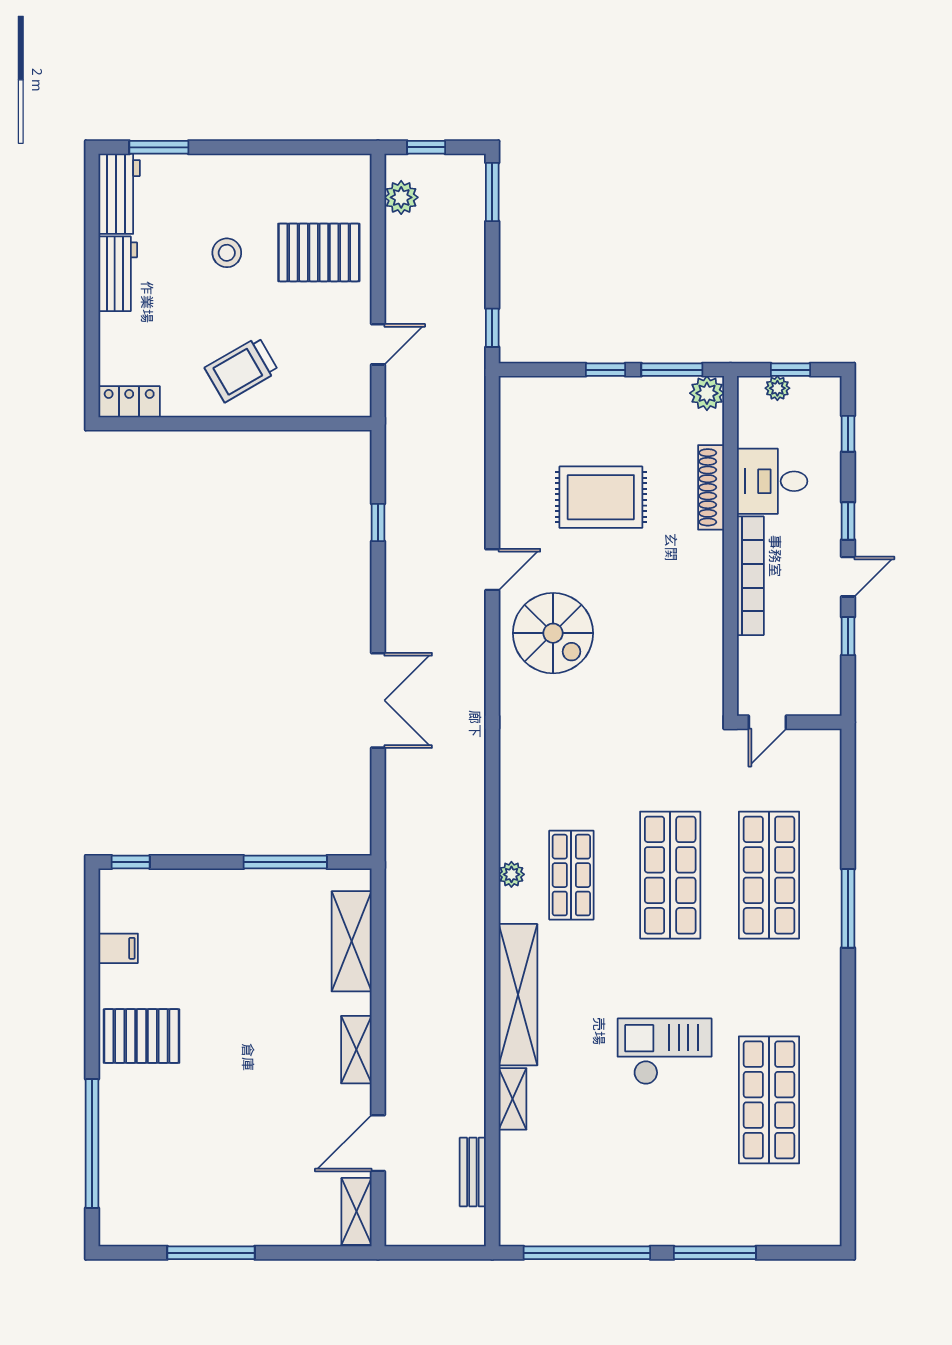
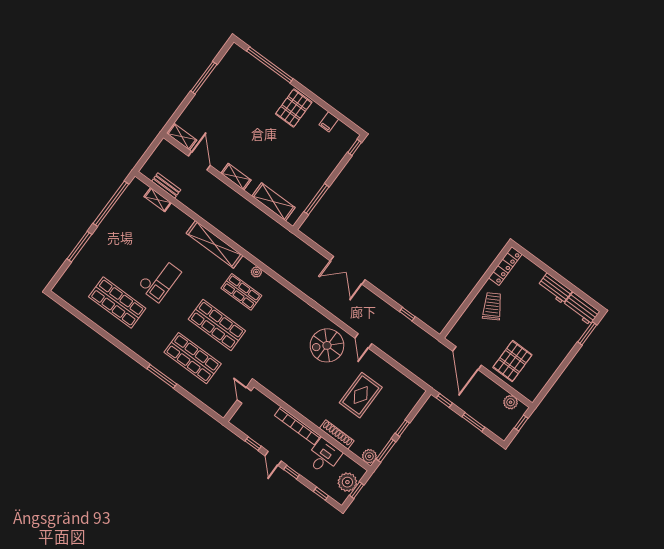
window: (492, 192) -> (473, 422), moved
stool: (227, 253) -> (535, 330), removed
door: (378, 344) -> (467, 358), width x1.88
plant: (777, 388) -> (347, 482), width x1.88, depth x1.88
locker: (129, 402) -> (505, 266), width x1.53
shelving: (513, 1099) -> (158, 200), moved

